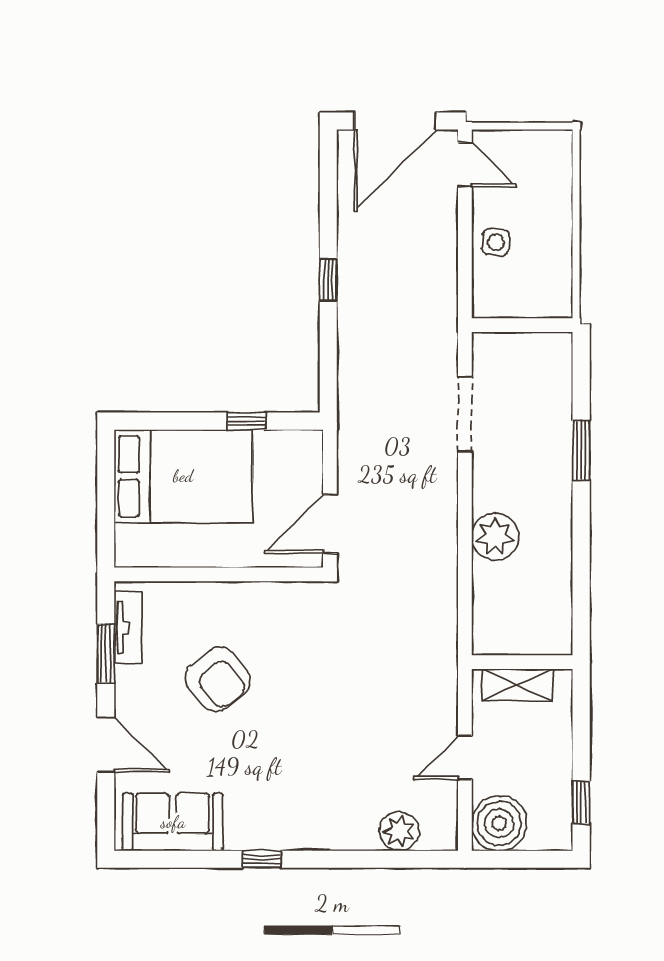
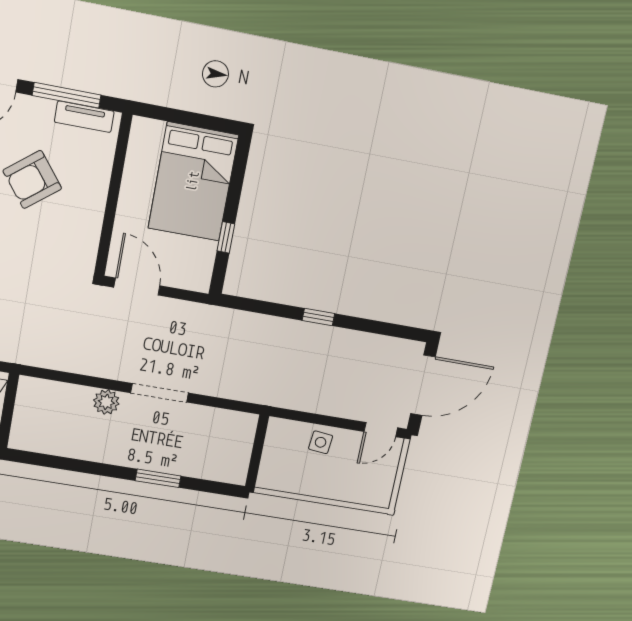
door: (395, 121) -> (423, 385), swing flipped
doorway: (465, 414) -> (159, 393), moved
plant: (495, 537) -> (106, 402), width x0.73, depth x0.73
window: (106, 654) -> (67, 95), width x1.44

